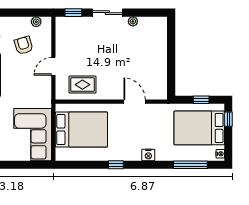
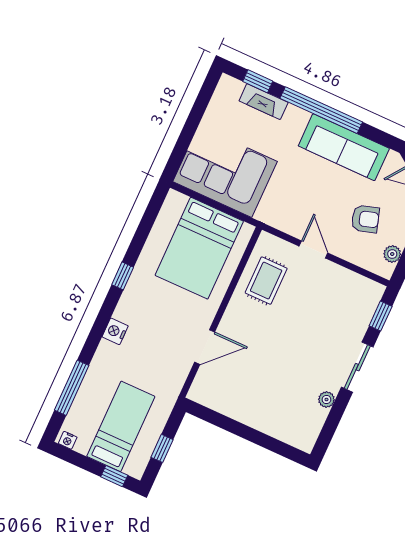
bed: (199, 128) -> (121, 426), width x0.67

